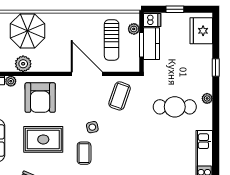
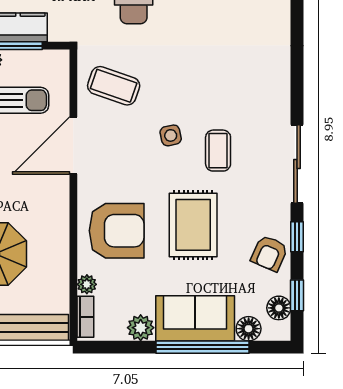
plant: (23, 64) -> (55, 262), removed
coffee table: (84, 153) -> (218, 151), turned 90

